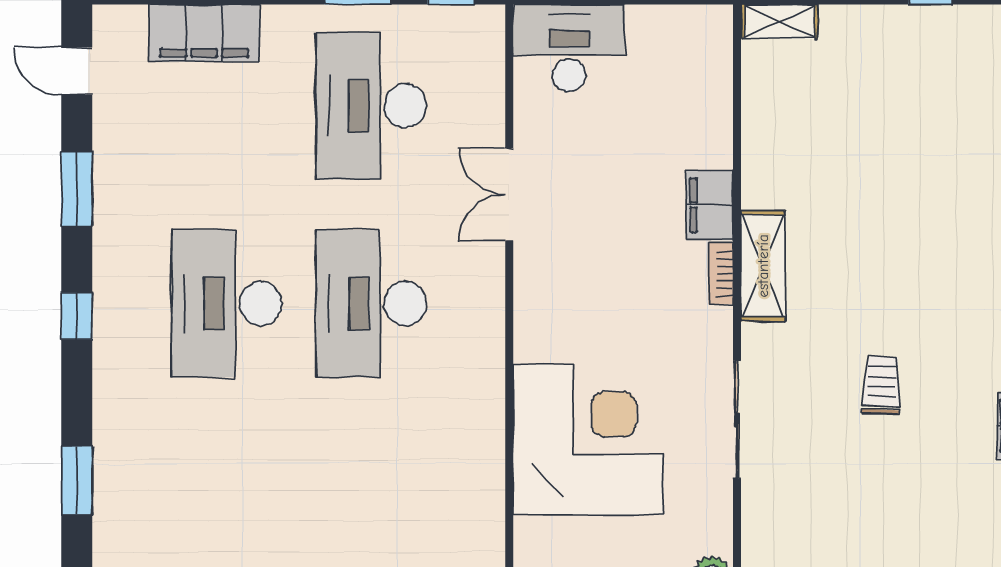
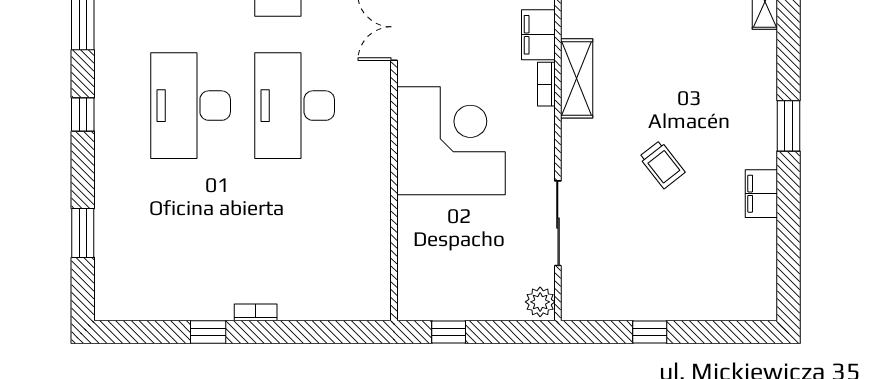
trolley: (882, 385) -> (662, 164), turned 139
sliding door: (737, 419) -> (558, 223), moved
corner desk: (588, 440) -> (451, 141), moved

